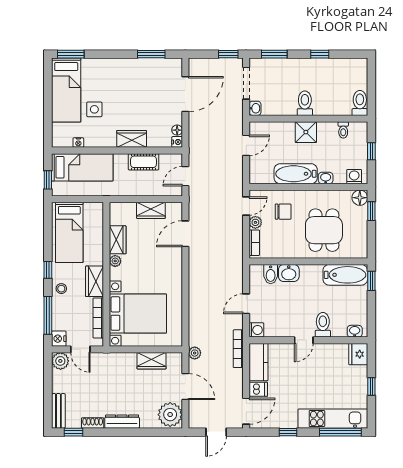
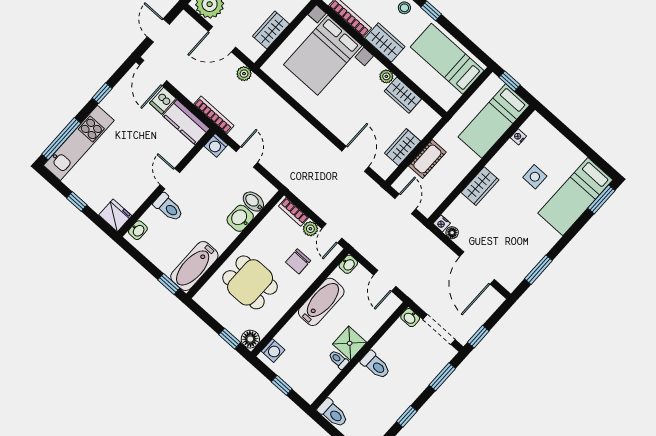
bed: (66, 90) -> (575, 197), moved, turned -90
toilet: (343, 130) -> (338, 360), moved
cot: (144, 162) -> (427, 159), moved
washbasin: (326, 178) -> (348, 264), moved

